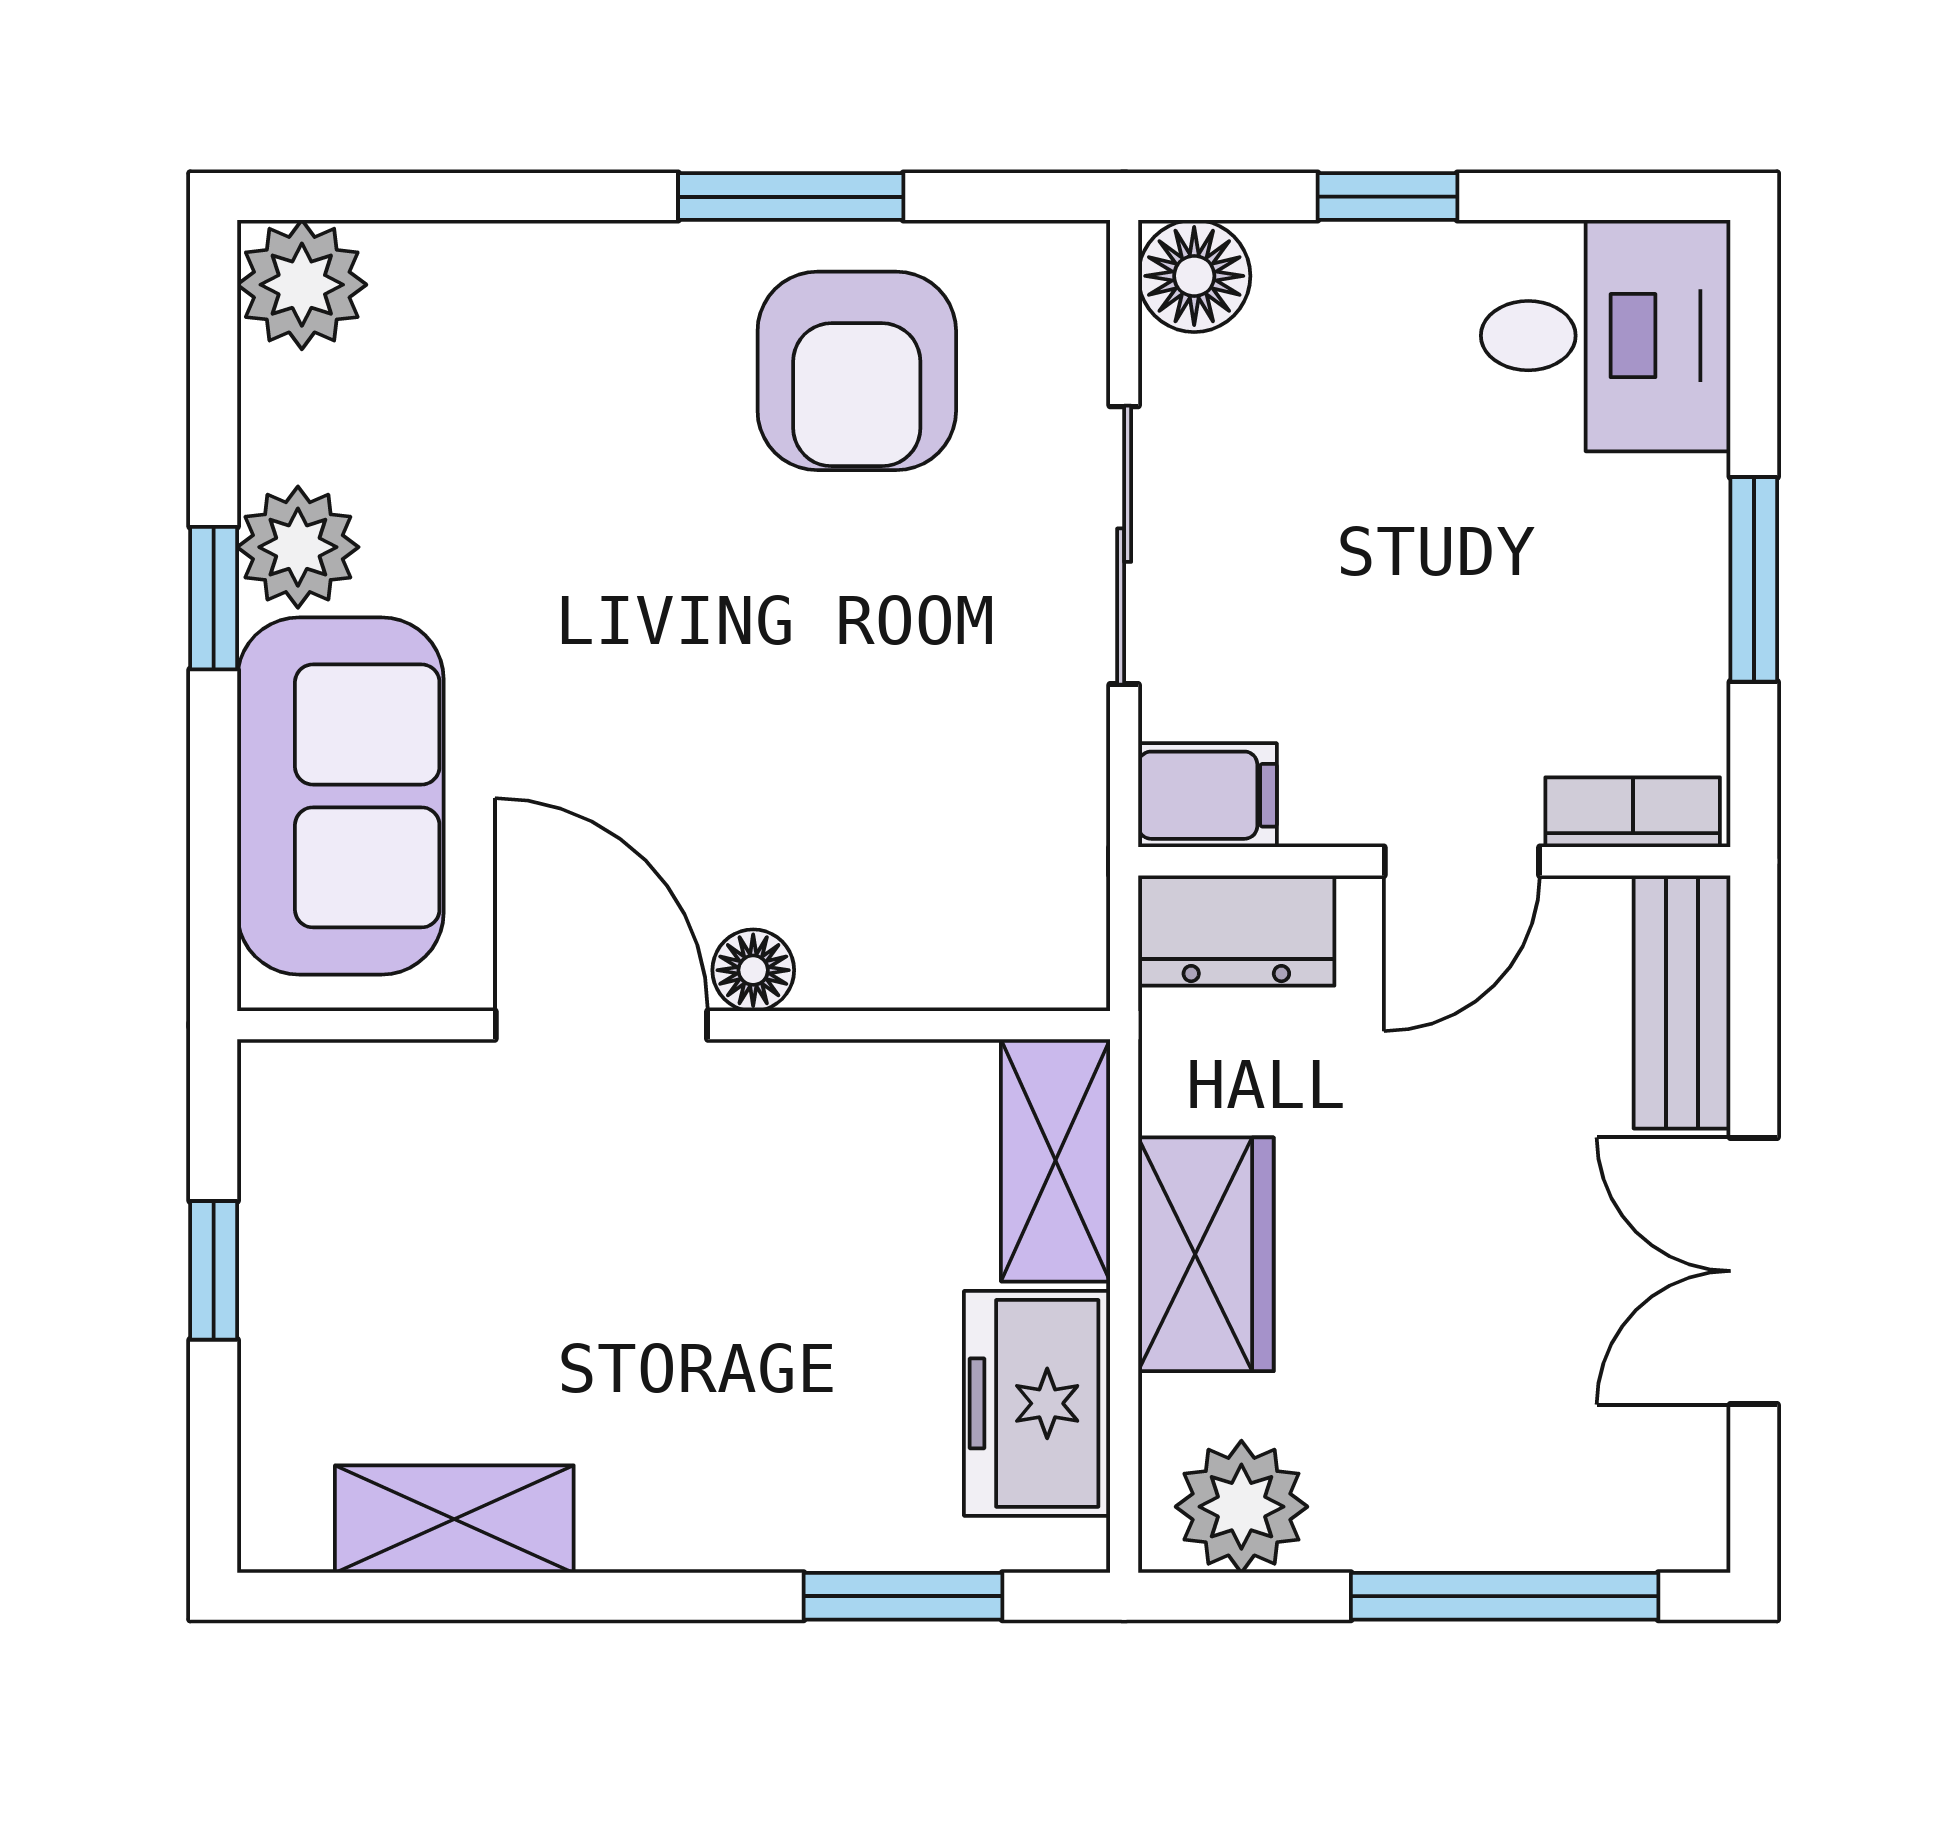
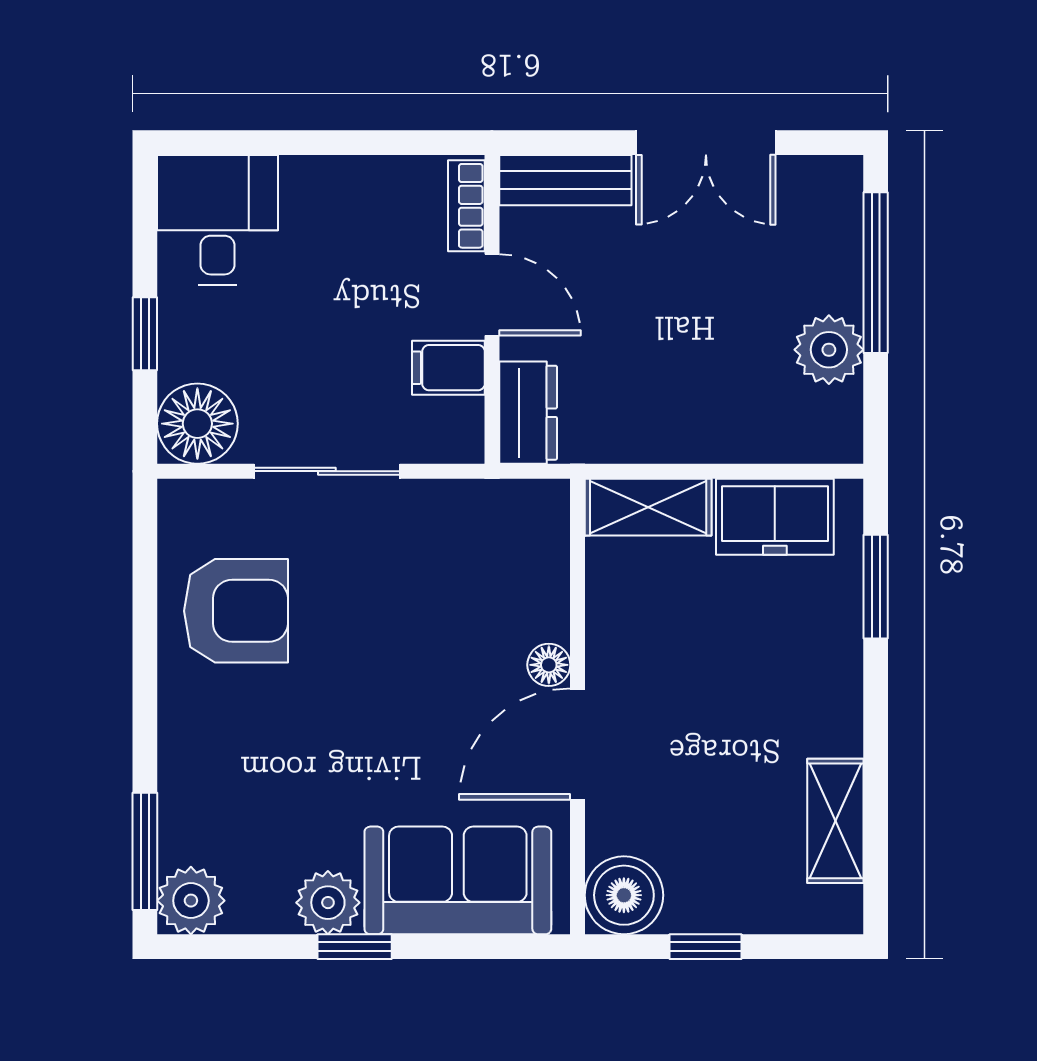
window: (791, 197) -> (145, 851), moved
floor lamp: (1194, 276) -> (197, 424), width x1.38, depth x1.38
window: (1754, 579) -> (345, 143), removed
filing cabinet: (1207, 795) -> (448, 368), moved, turned -90
boiler: (312, 1114) -> (624, 895), added
wardrobe: (1206, 1254) -> (697, 429), removed
plant: (1241, 1507) -> (829, 350), moved

